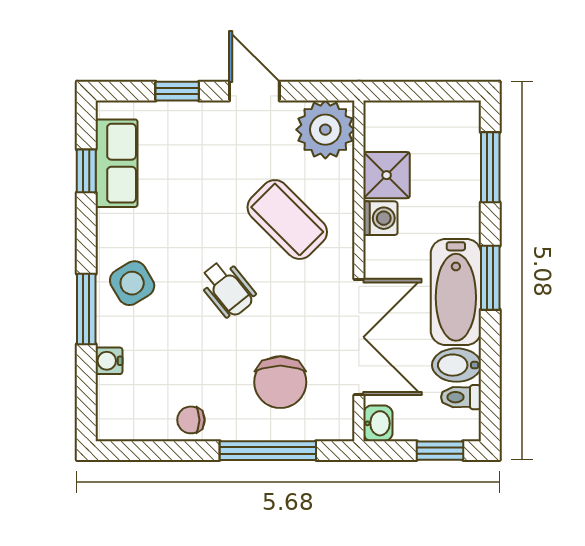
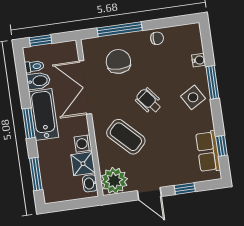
washbasin: (378, 423) -> (90, 183), moved

